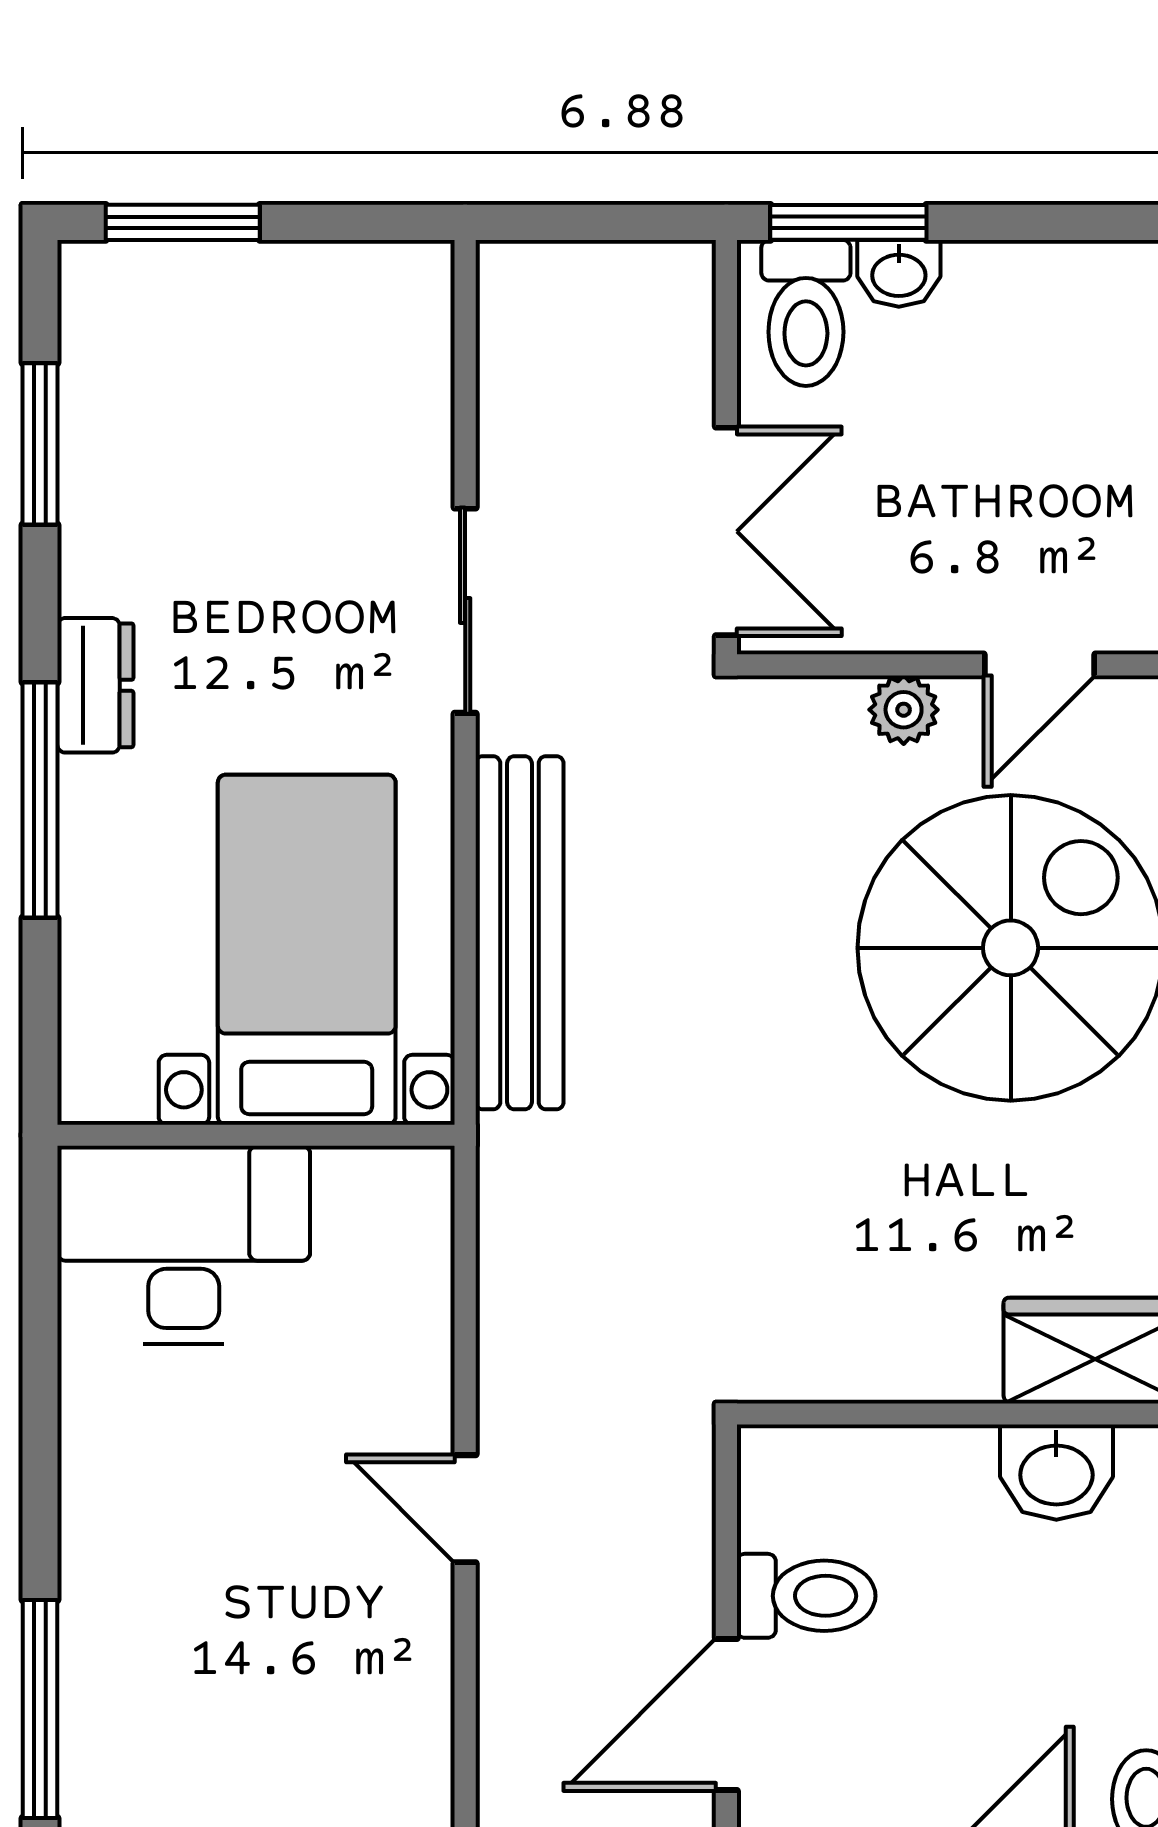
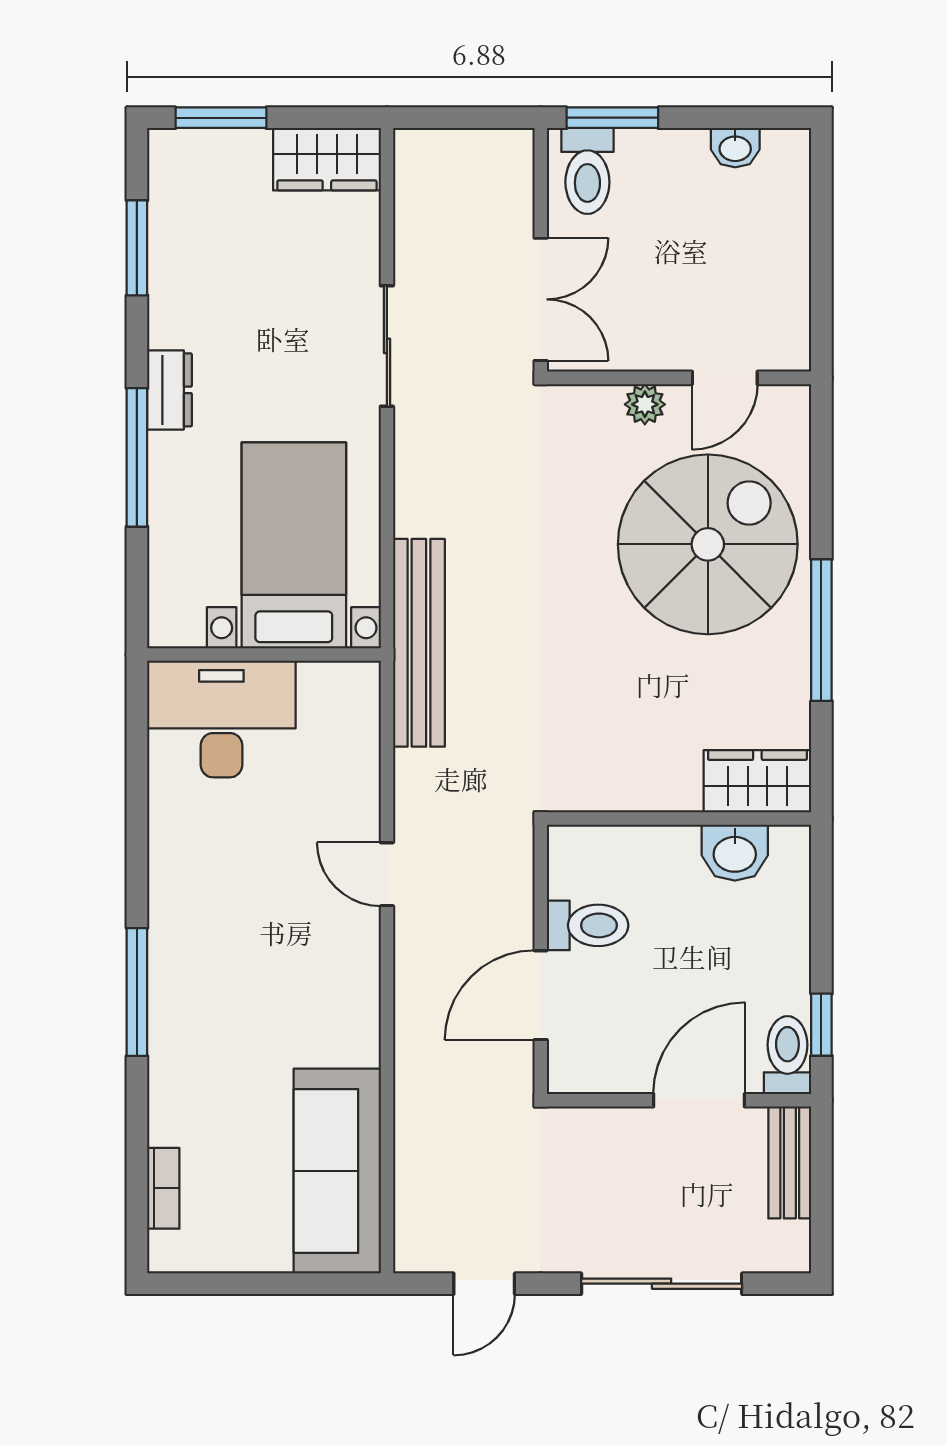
washbasin: (899, 273) -> (735, 148), moved
wardrobe: (363, 293) -> (327, 159), added
bench: (519, 933) -> (419, 643), moved

